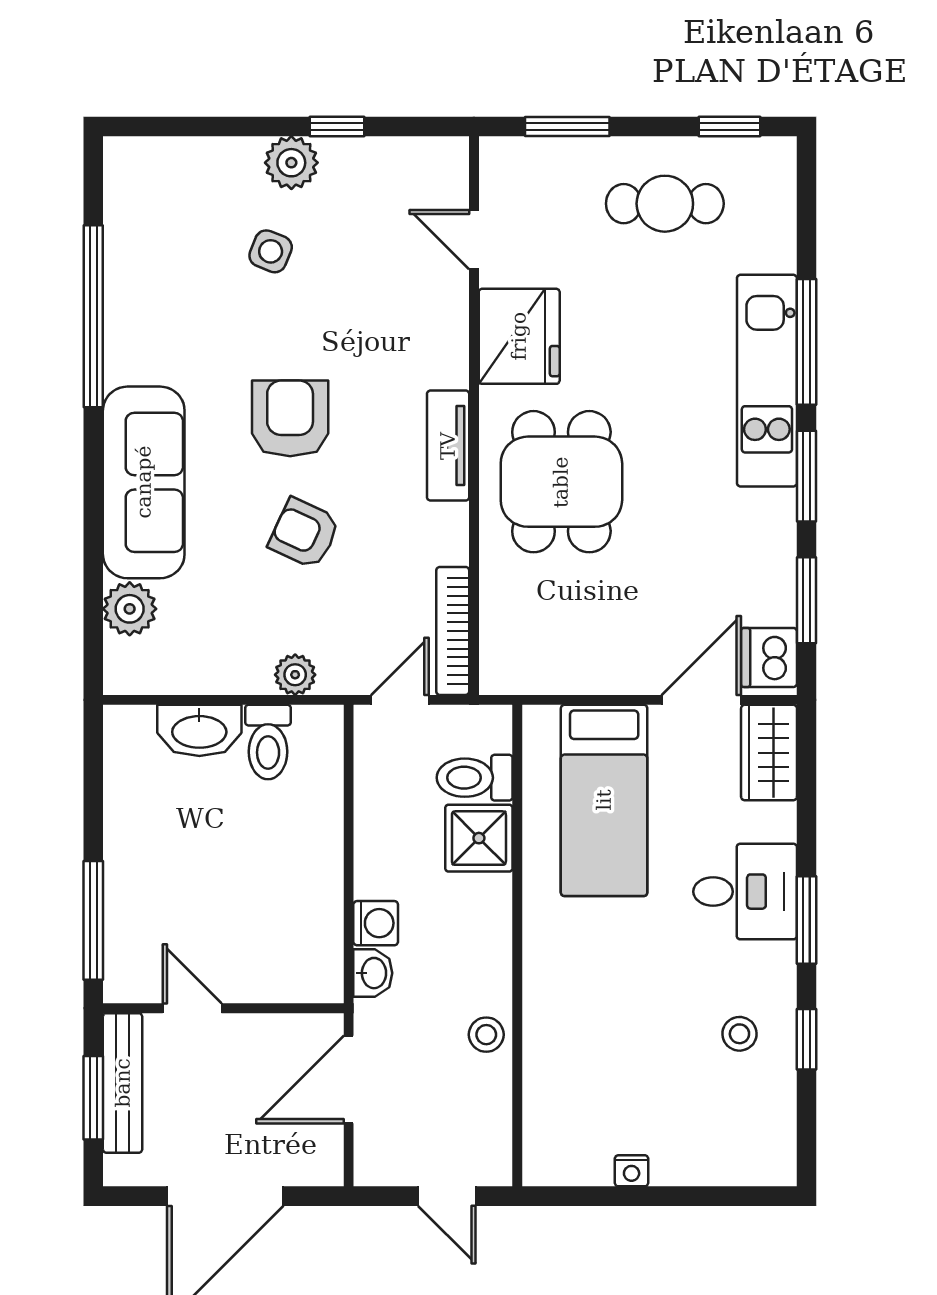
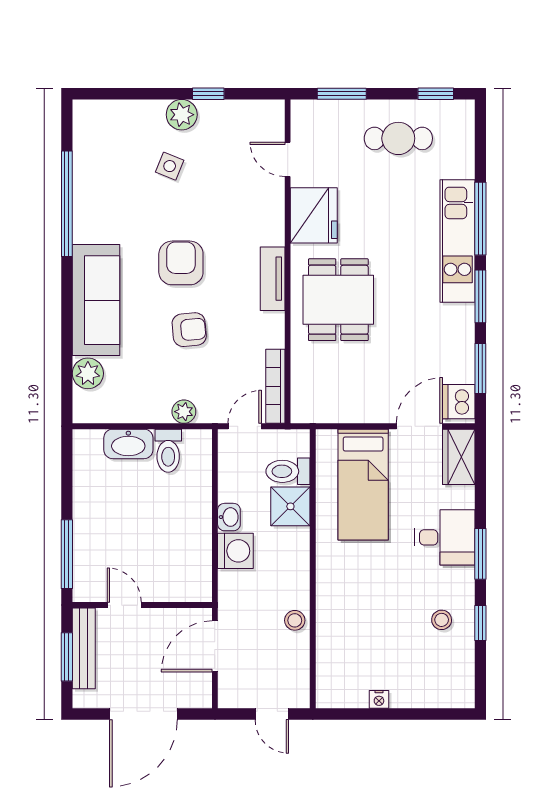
armchair: (304, 533) -> (189, 330), turned 150
washing machine: (376, 923) -> (235, 551), width x1.38, depth x1.38
washbasin: (373, 973) -> (229, 517), moved

